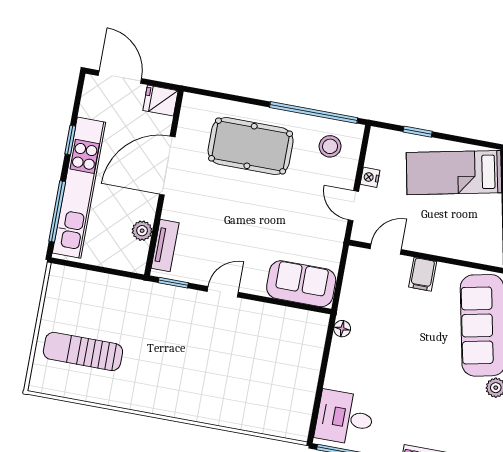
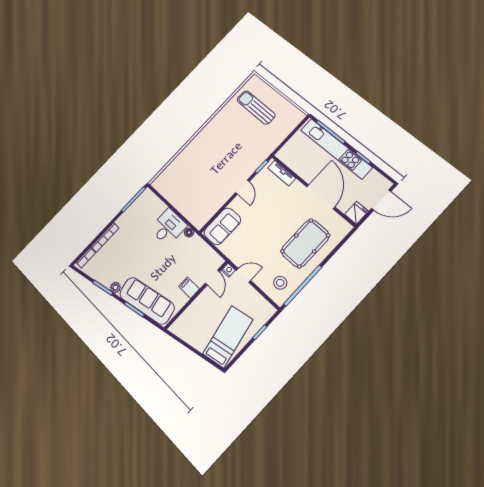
nightstand: (370, 177) -> (228, 270), moved
plant: (142, 231) -> (296, 166), removed
sun lounger: (83, 351) -> (256, 107), turned -89
desk: (345, 418) -> (168, 227), moved

